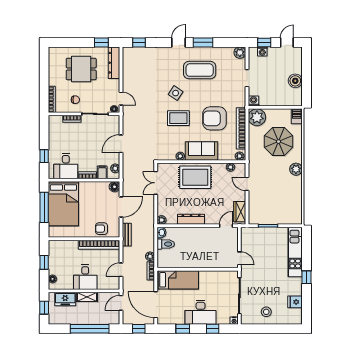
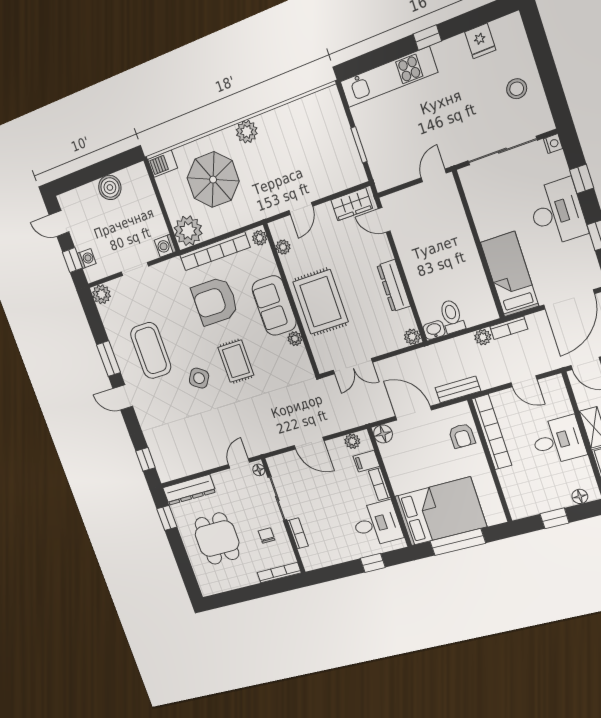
armchair: (215, 118) -> (215, 301), turned 90

